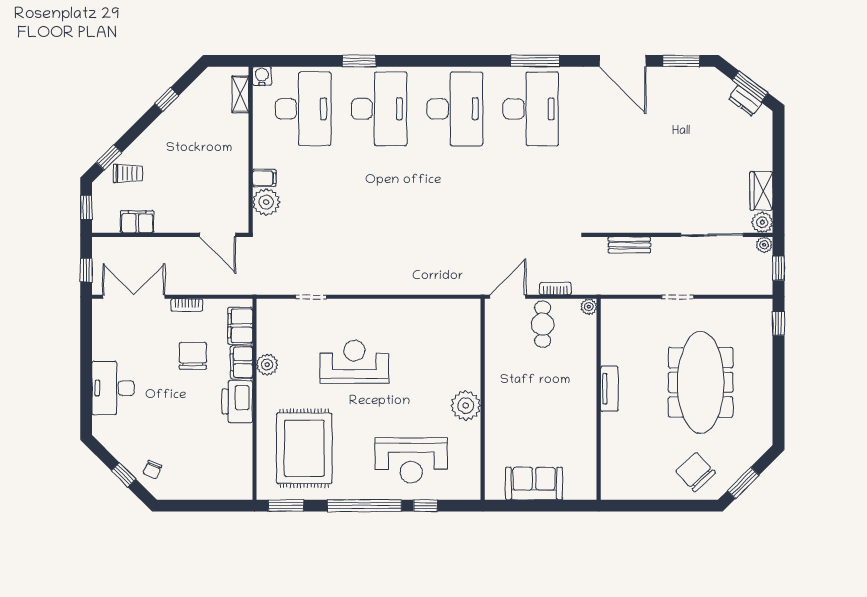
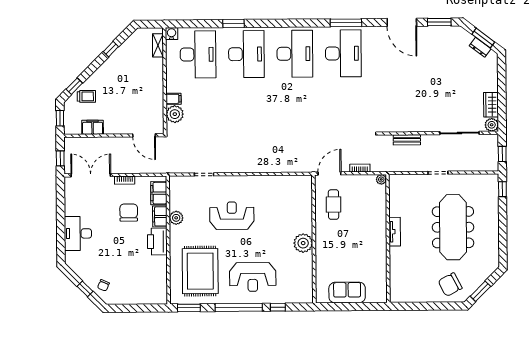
plant: (764, 245) -> (493, 139), removed
cafe table: (543, 324) -> (334, 205), moved
reception desk: (411, 460) -> (253, 277), moved
chair: (695, 472) -> (450, 285), turned -75

